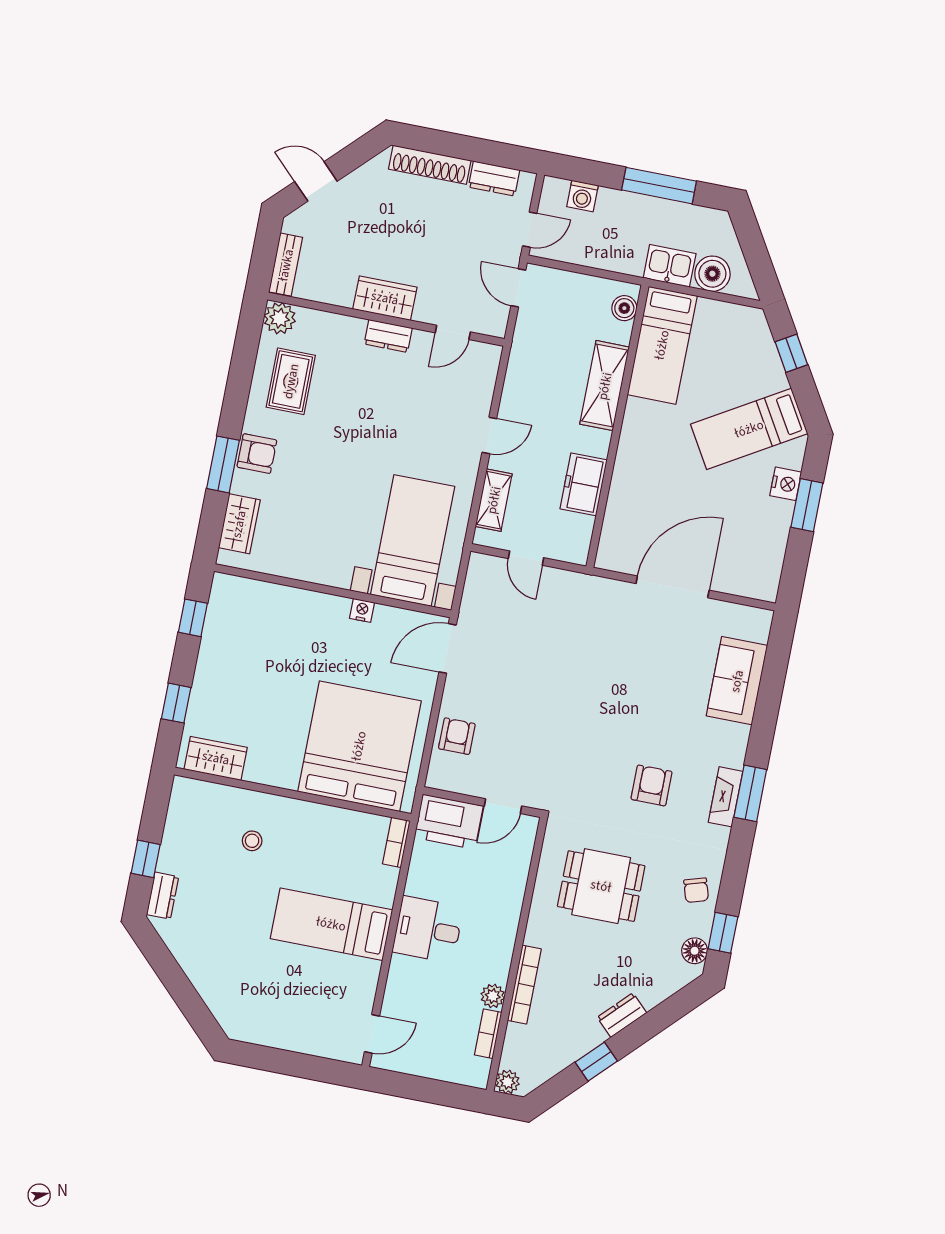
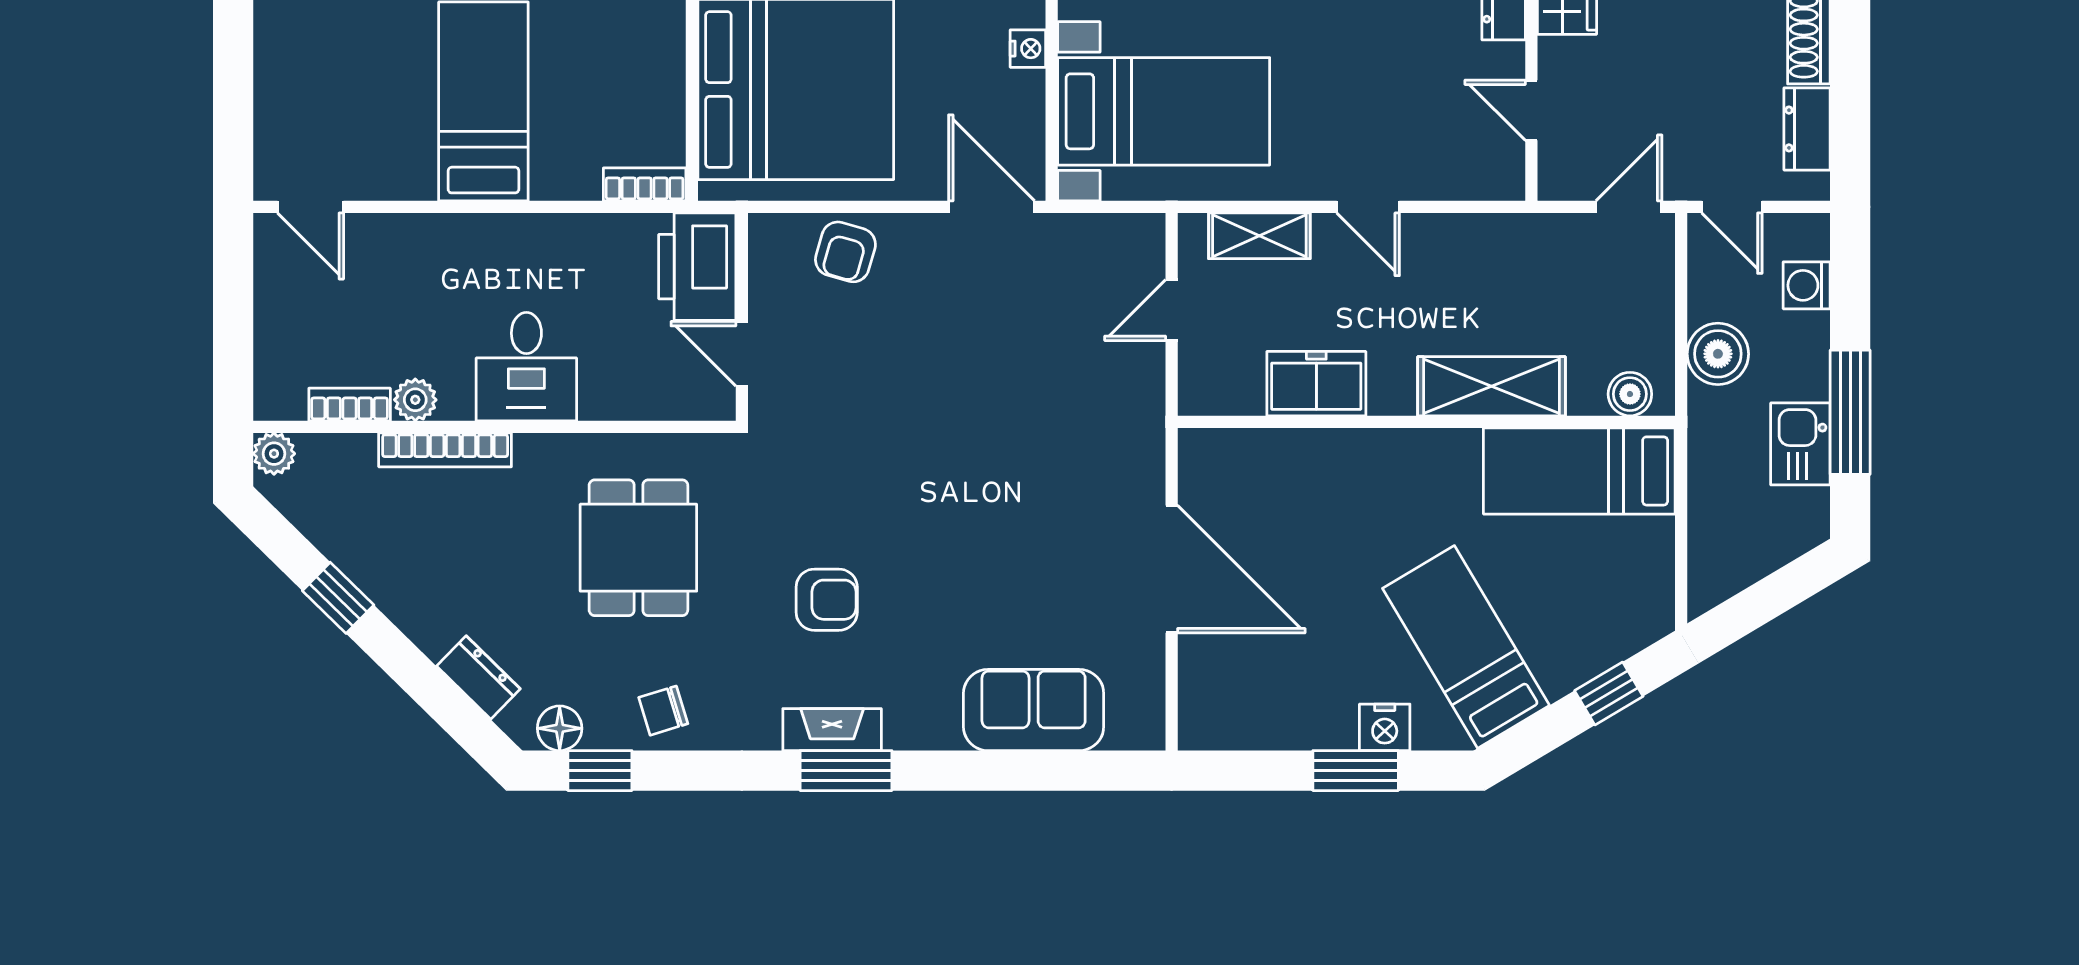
kitchen sink: (670, 266) -> (1800, 444), moved, turned 180
boiler: (712, 274) -> (1718, 354), moved
armchair: (457, 736) -> (845, 252), turned 106
desk: (428, 930) -> (526, 367), moved, turned 180
dresser: (622, 1015) -> (478, 677), moved

